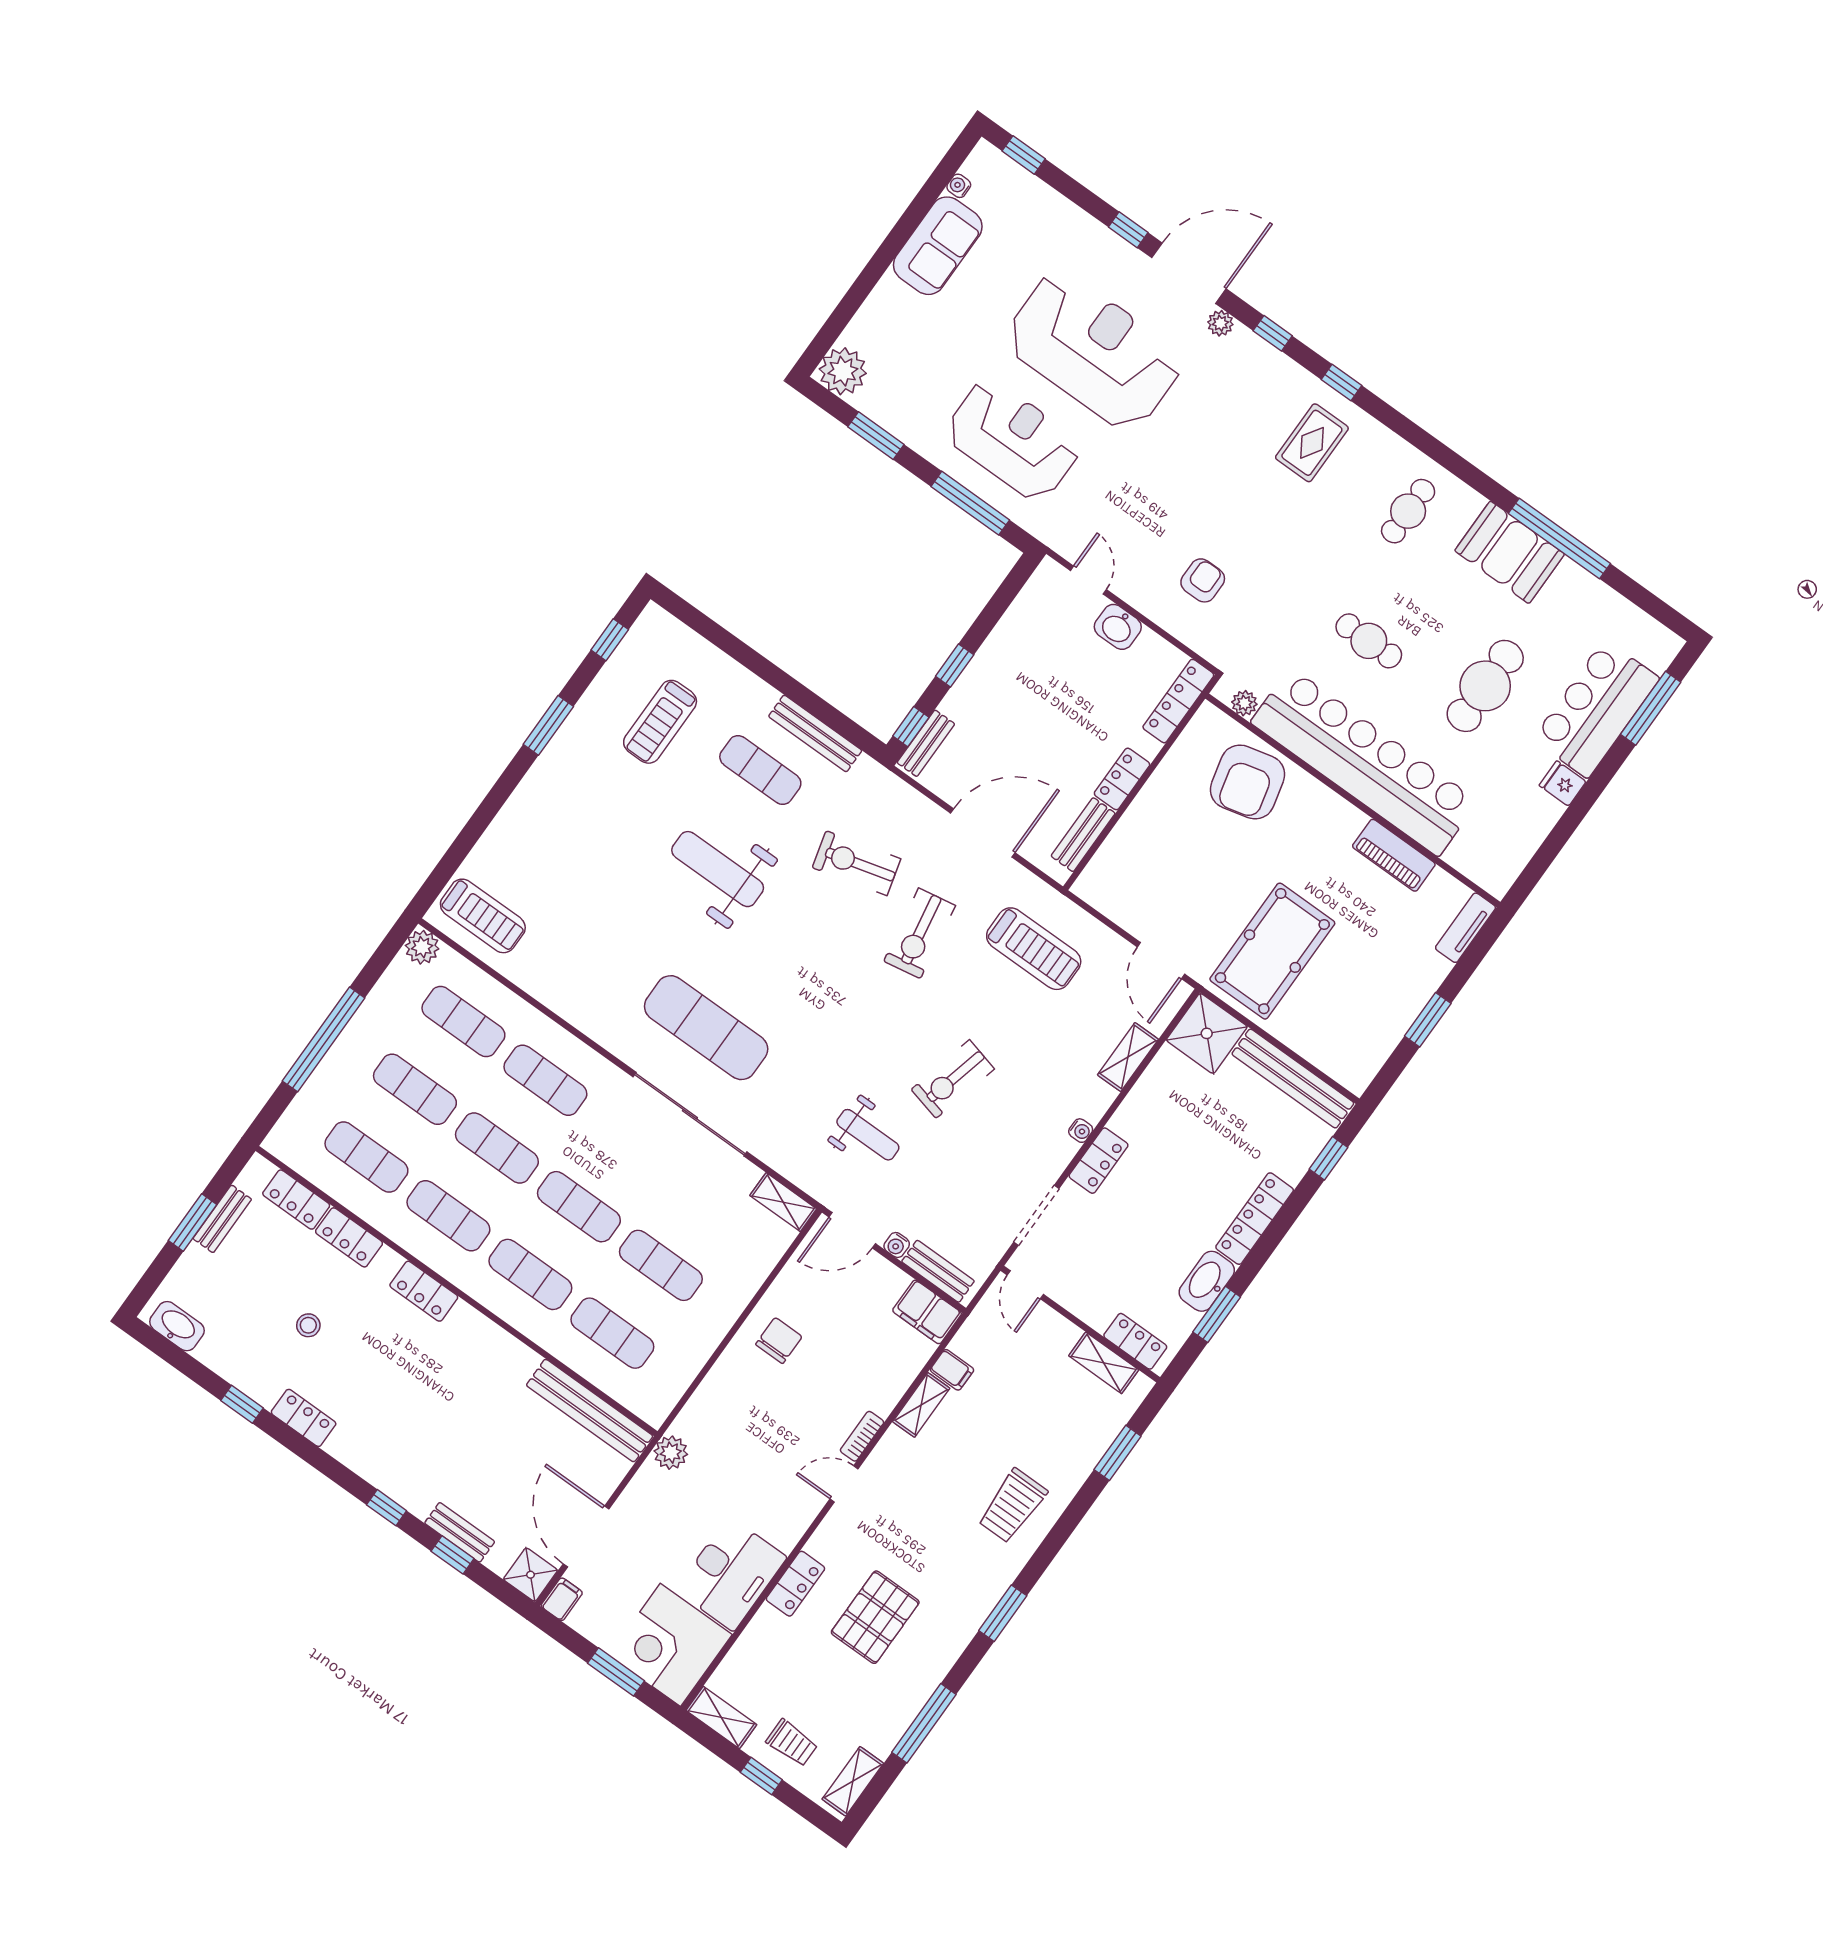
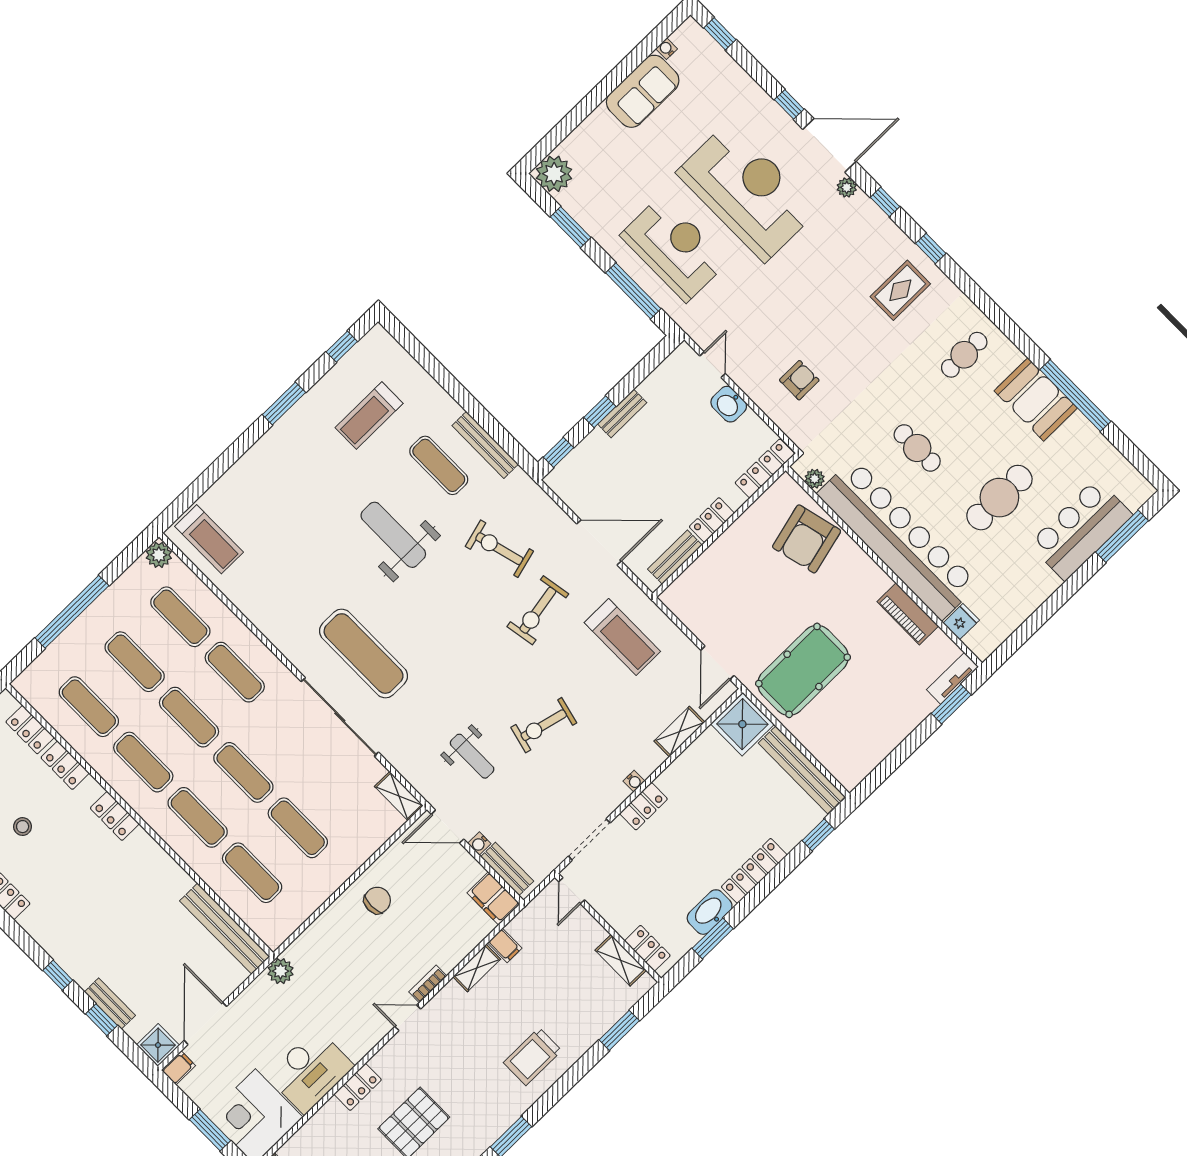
bench: (926, 743) -> (622, 413), moved
fridge: (1563, 783) -> (961, 622), moved, turned 90
window: (1428, 1020) -> (951, 704), moved

